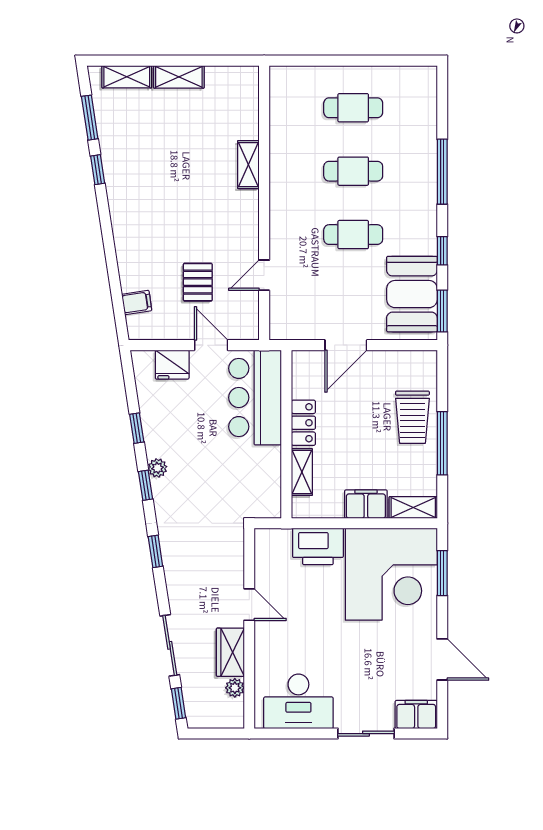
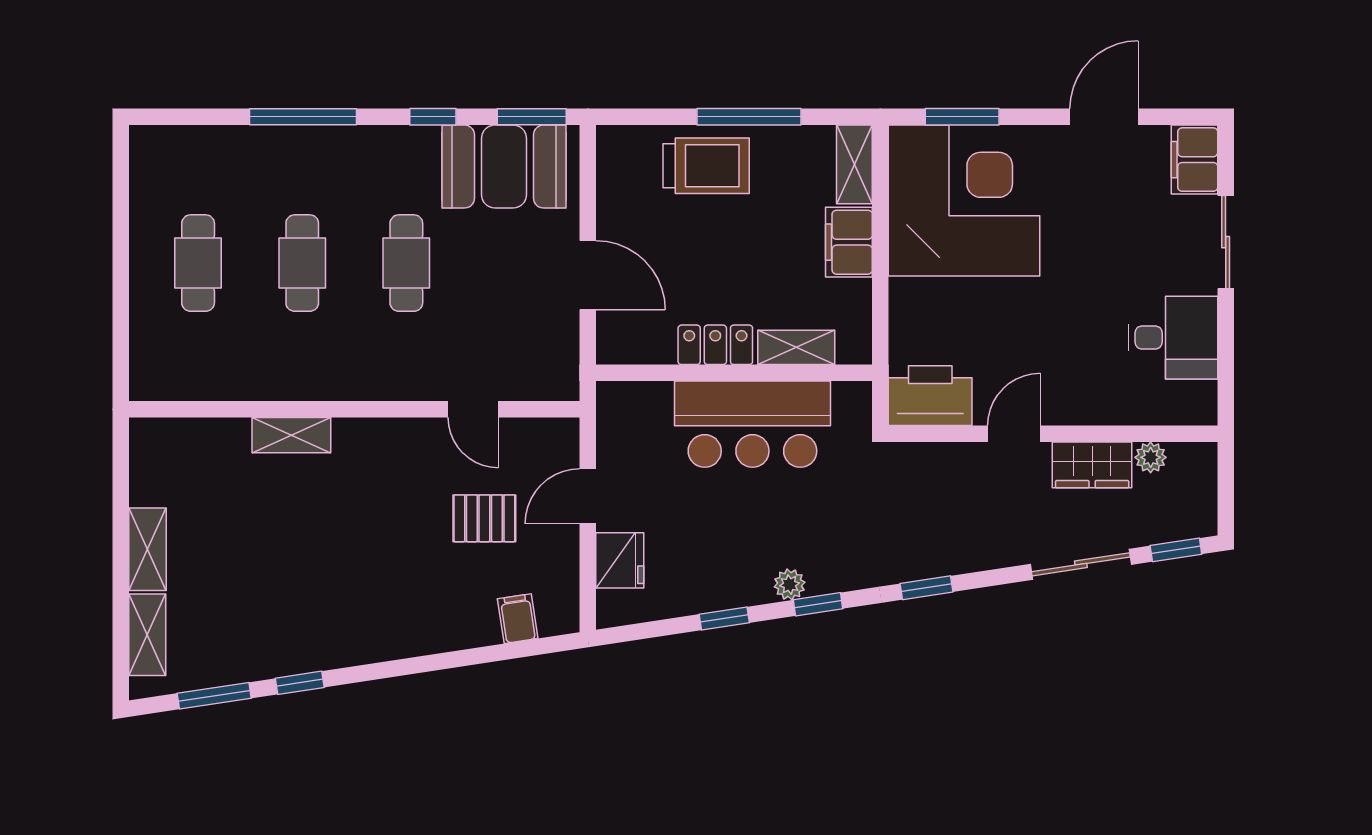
bar counter: (255, 398) -> (752, 424), moved
printer: (318, 546) -> (930, 396), moved, turned -90
desk: (298, 701) -> (1173, 338), width x0.73

